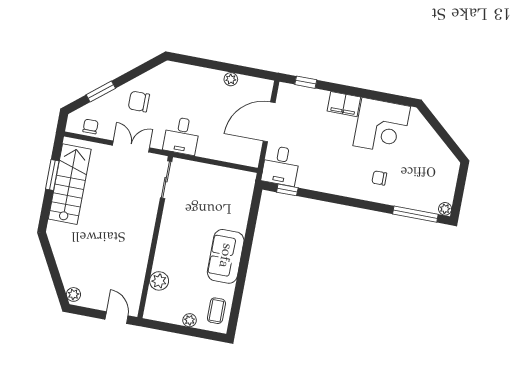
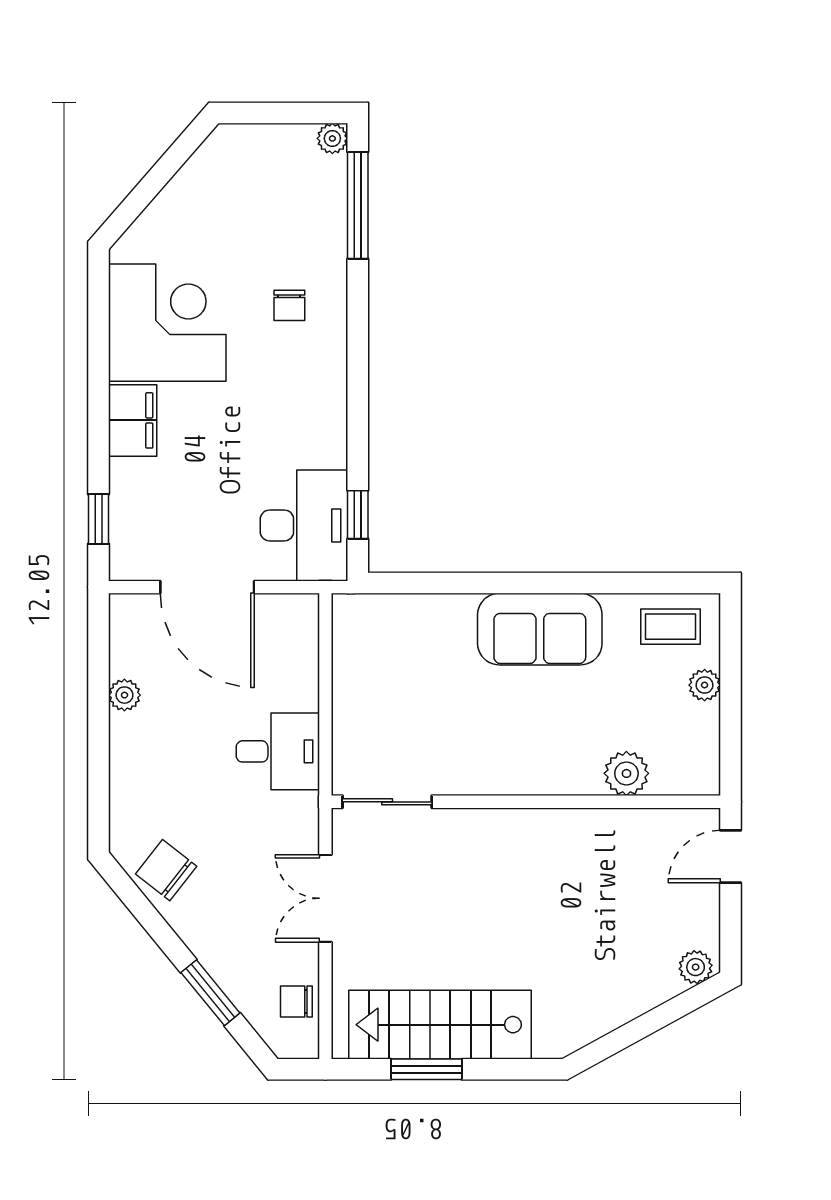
chair: (139, 102) -> (166, 870), moved, turned 128
desk: (182, 136) -> (278, 751), moved
desk: (281, 166) -> (304, 525), width x1.37

